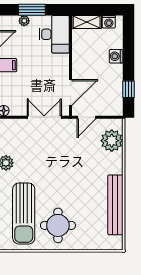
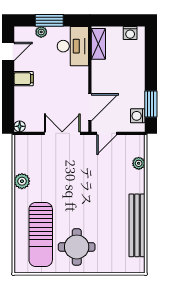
shelving: (87, 22) -> (98, 44), moved, turned 90
washing machine: (116, 56) -> (138, 116), moved
window: (129, 89) -> (151, 104), width x1.50
plant: (112, 141) -> (139, 163), width x0.53, depth x0.53

